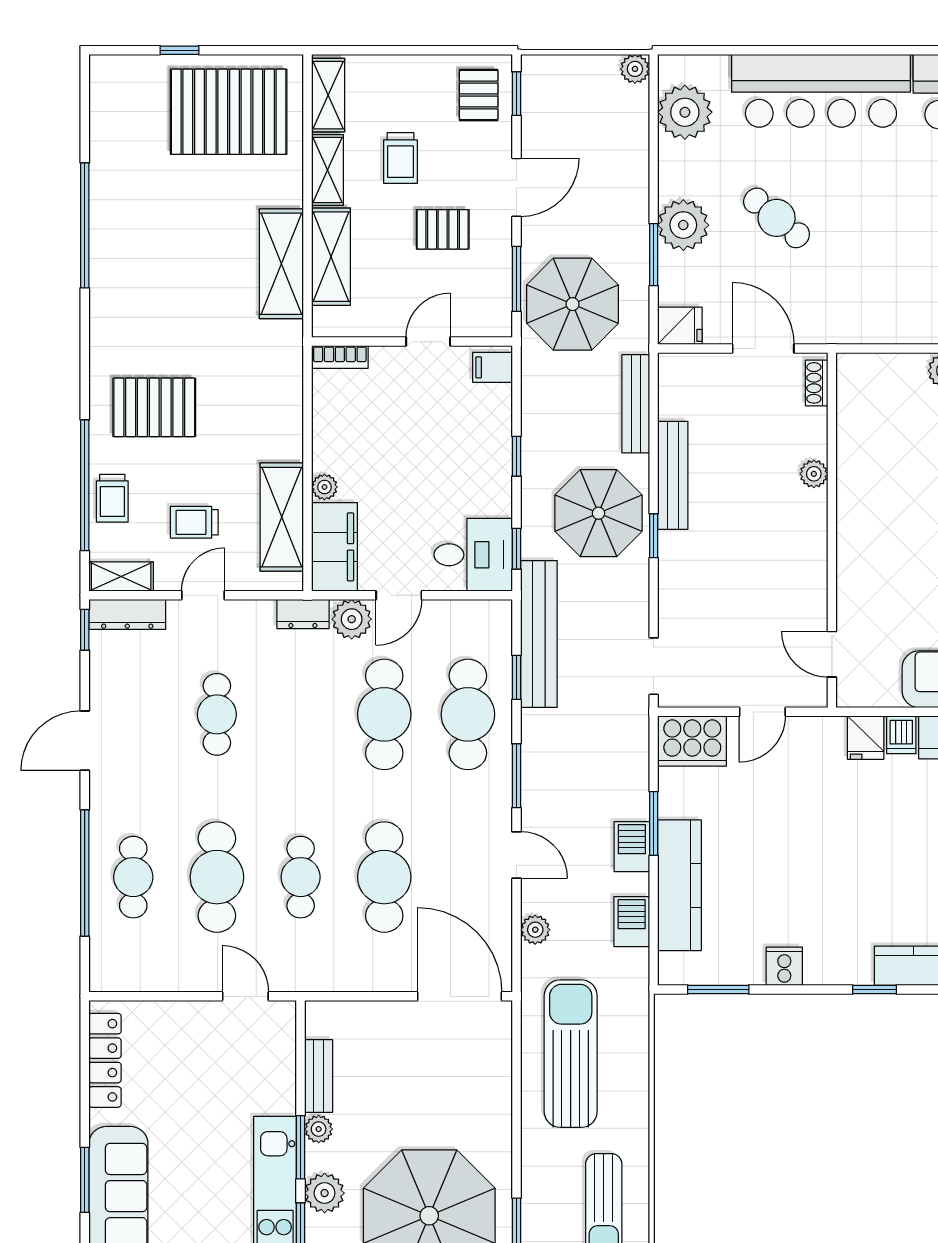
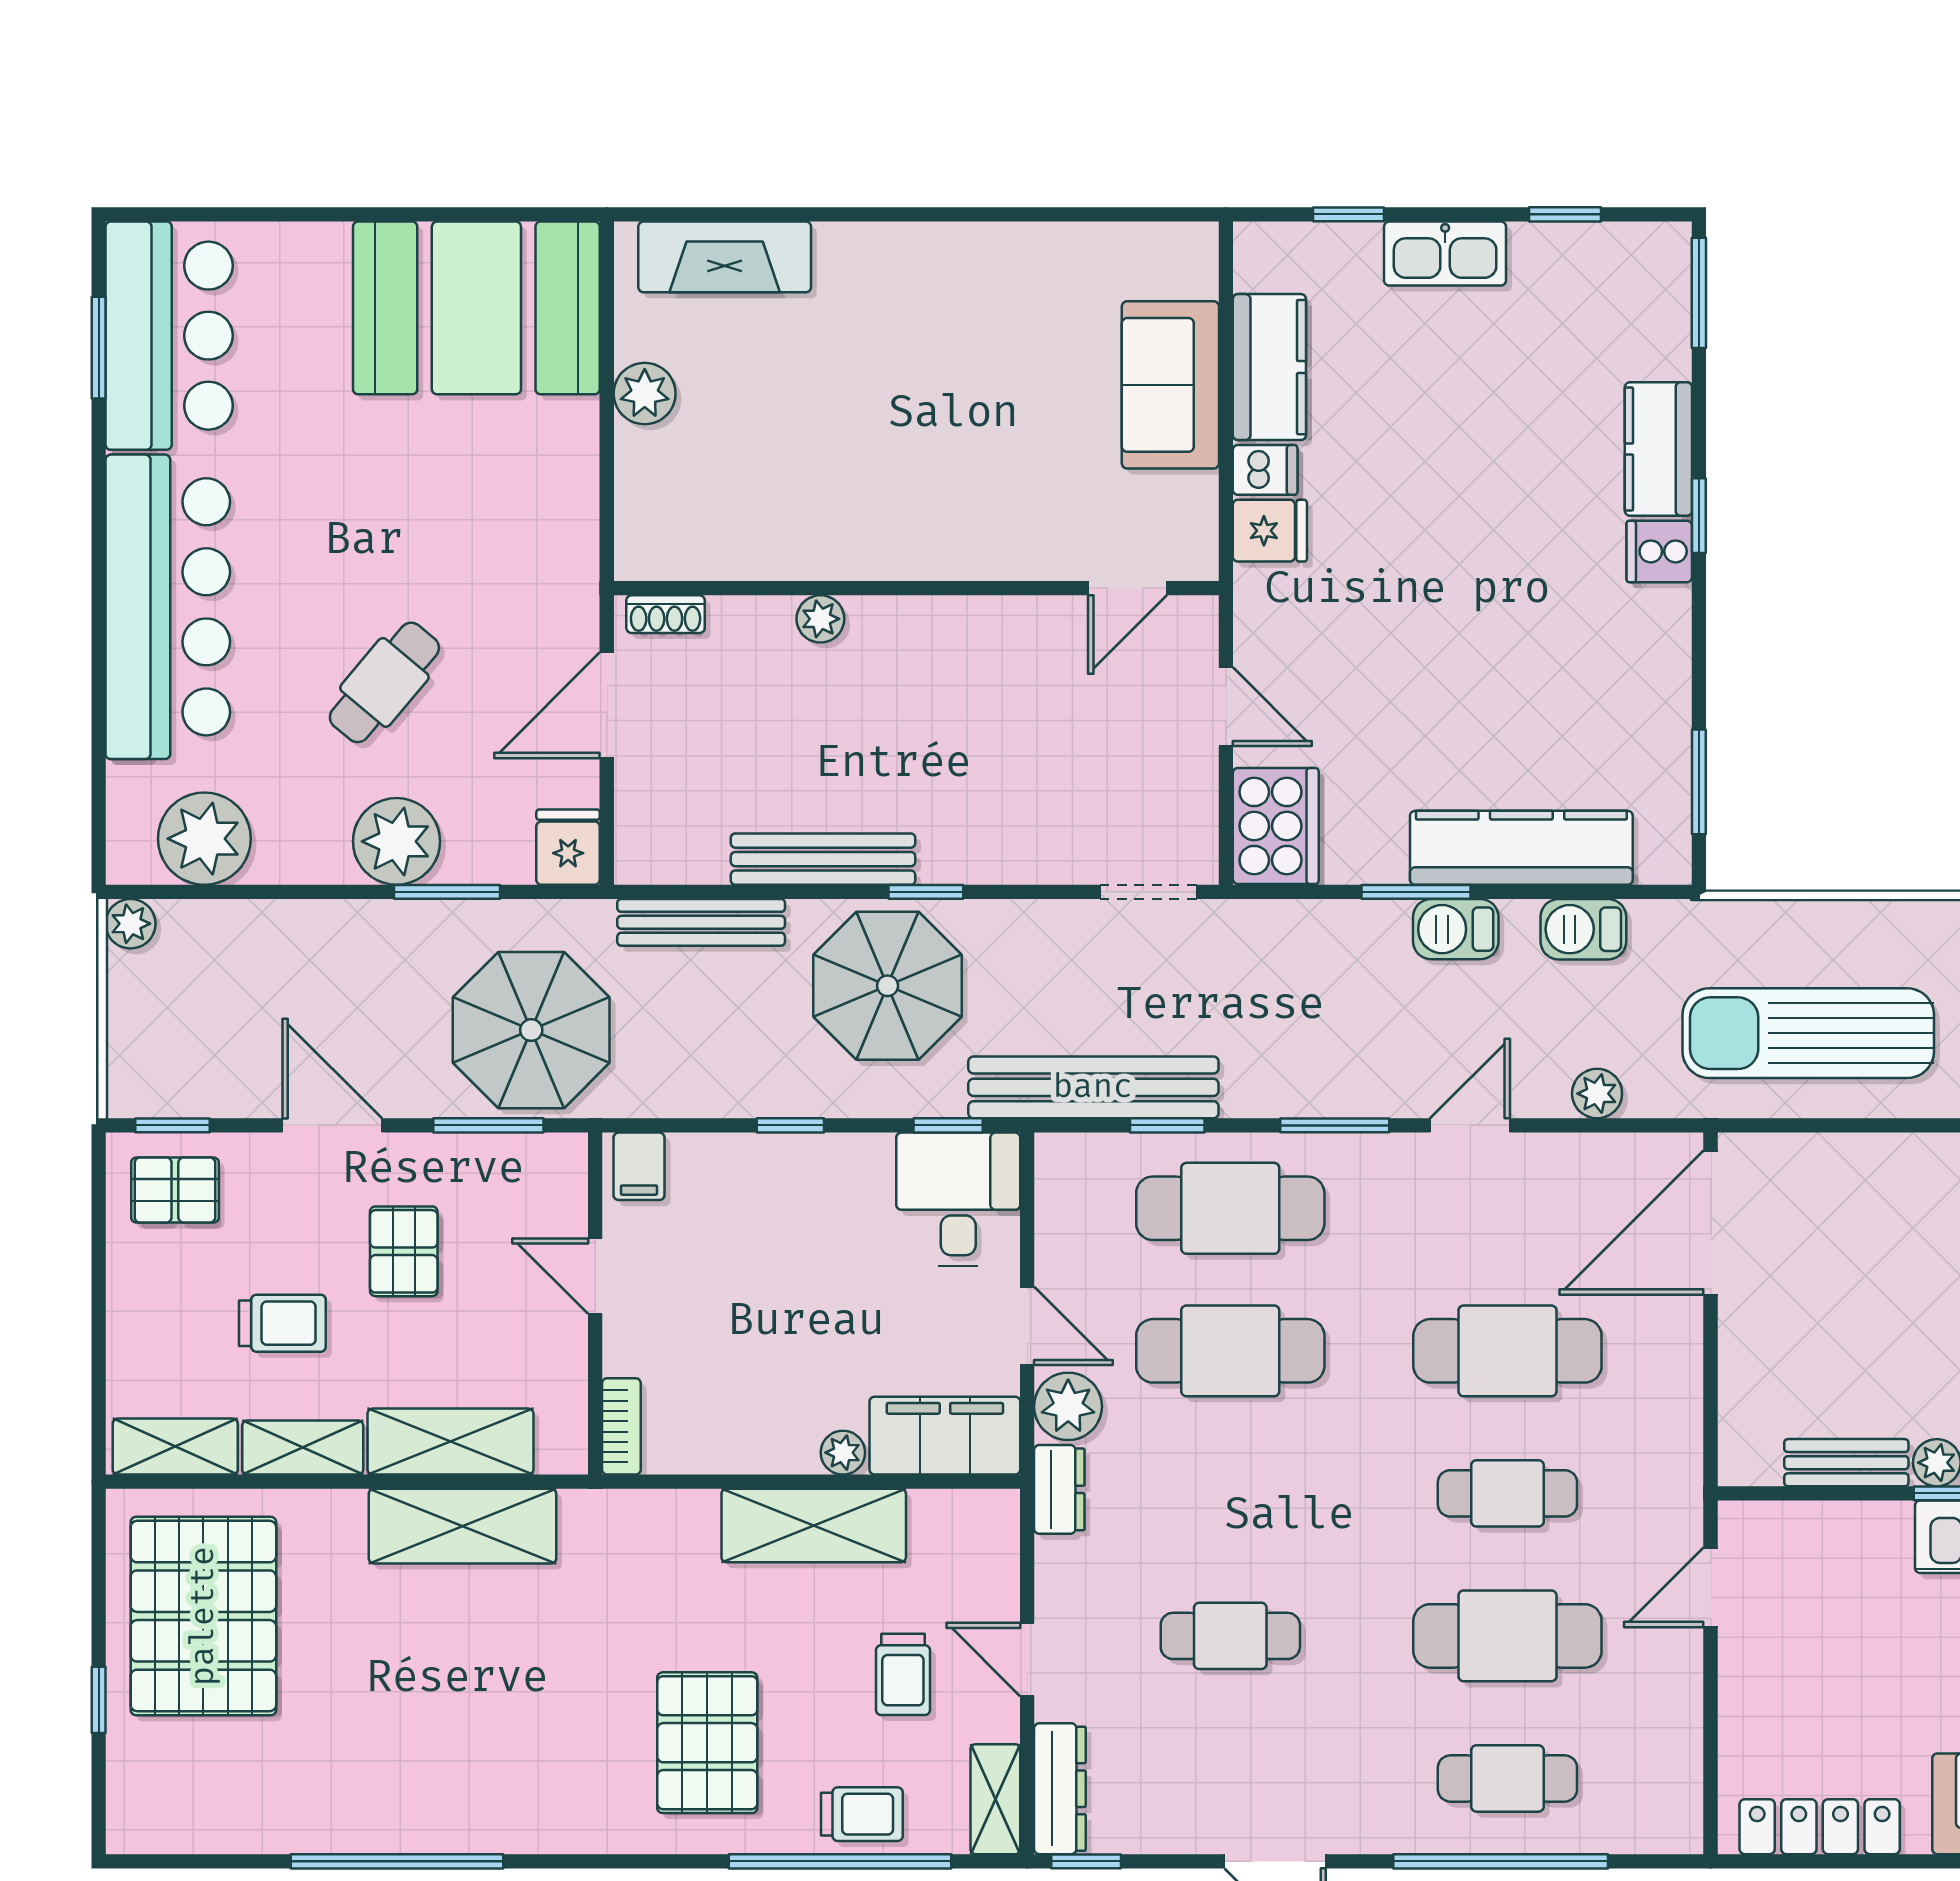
shelving: (282, 517) -> (814, 1526), moved
cooker: (784, 966) -> (1659, 551), moved

